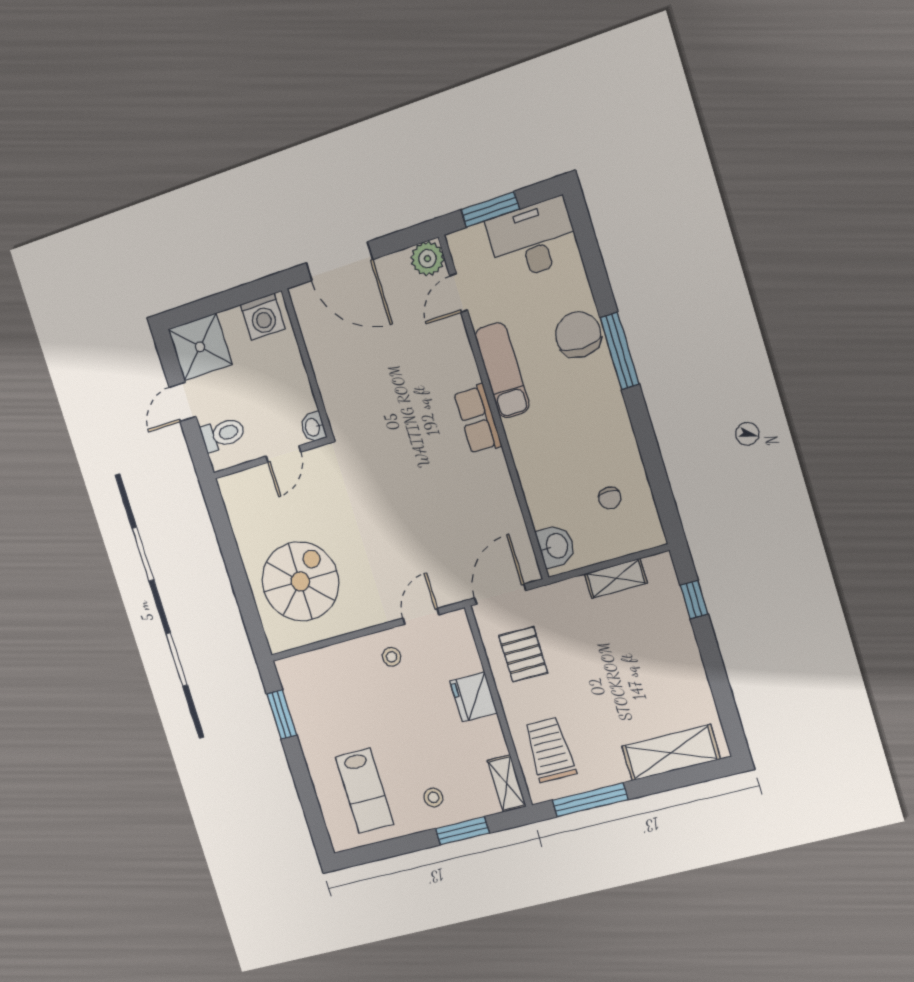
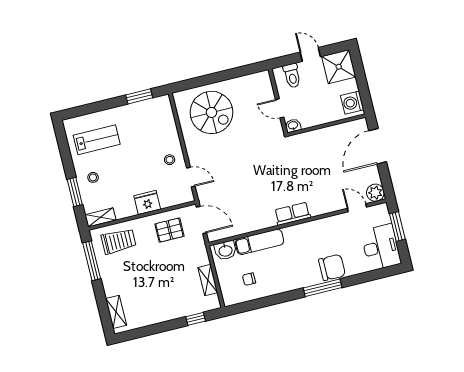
exam couch: (502, 370) -> (259, 242), moved
shelving: (671, 753) -> (116, 312), width x0.67, depth x0.75
lab bench: (365, 791) -> (97, 140), turned 180

